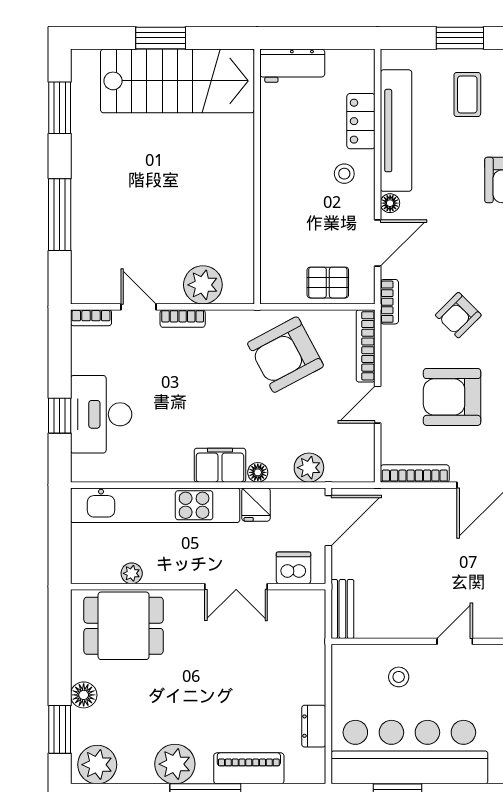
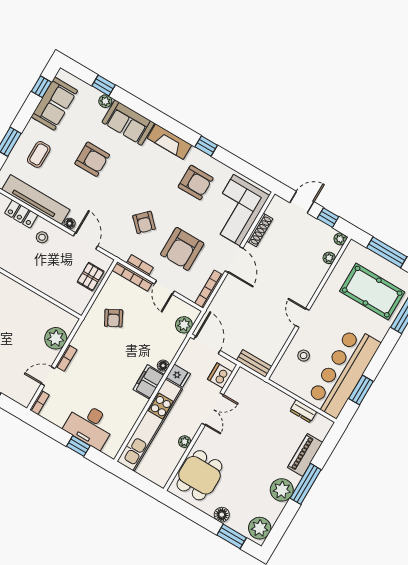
coffee table: (467, 94) -> (39, 154), turned 90
bookcase: (389, 302) -> (140, 265), moved
armchair: (285, 355) -> (114, 318), width x0.53, depth x0.53
plant: (309, 468) -> (184, 325), moved
plant: (132, 573) -> (185, 442), moved

